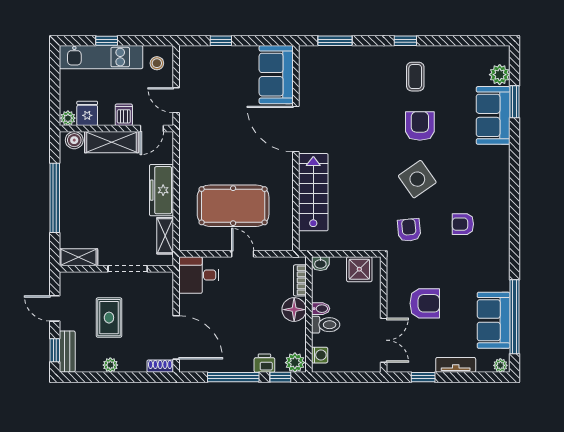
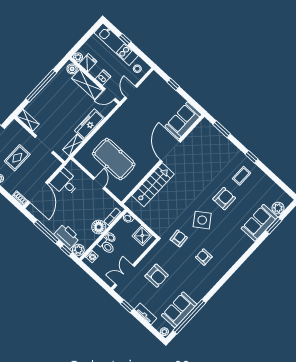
desk: (199, 275) -> (65, 183), moved
double door: (384, 340) -> (125, 275), swing flipped
printer: (264, 363) -> (67, 236), width x1.87, depth x1.48

